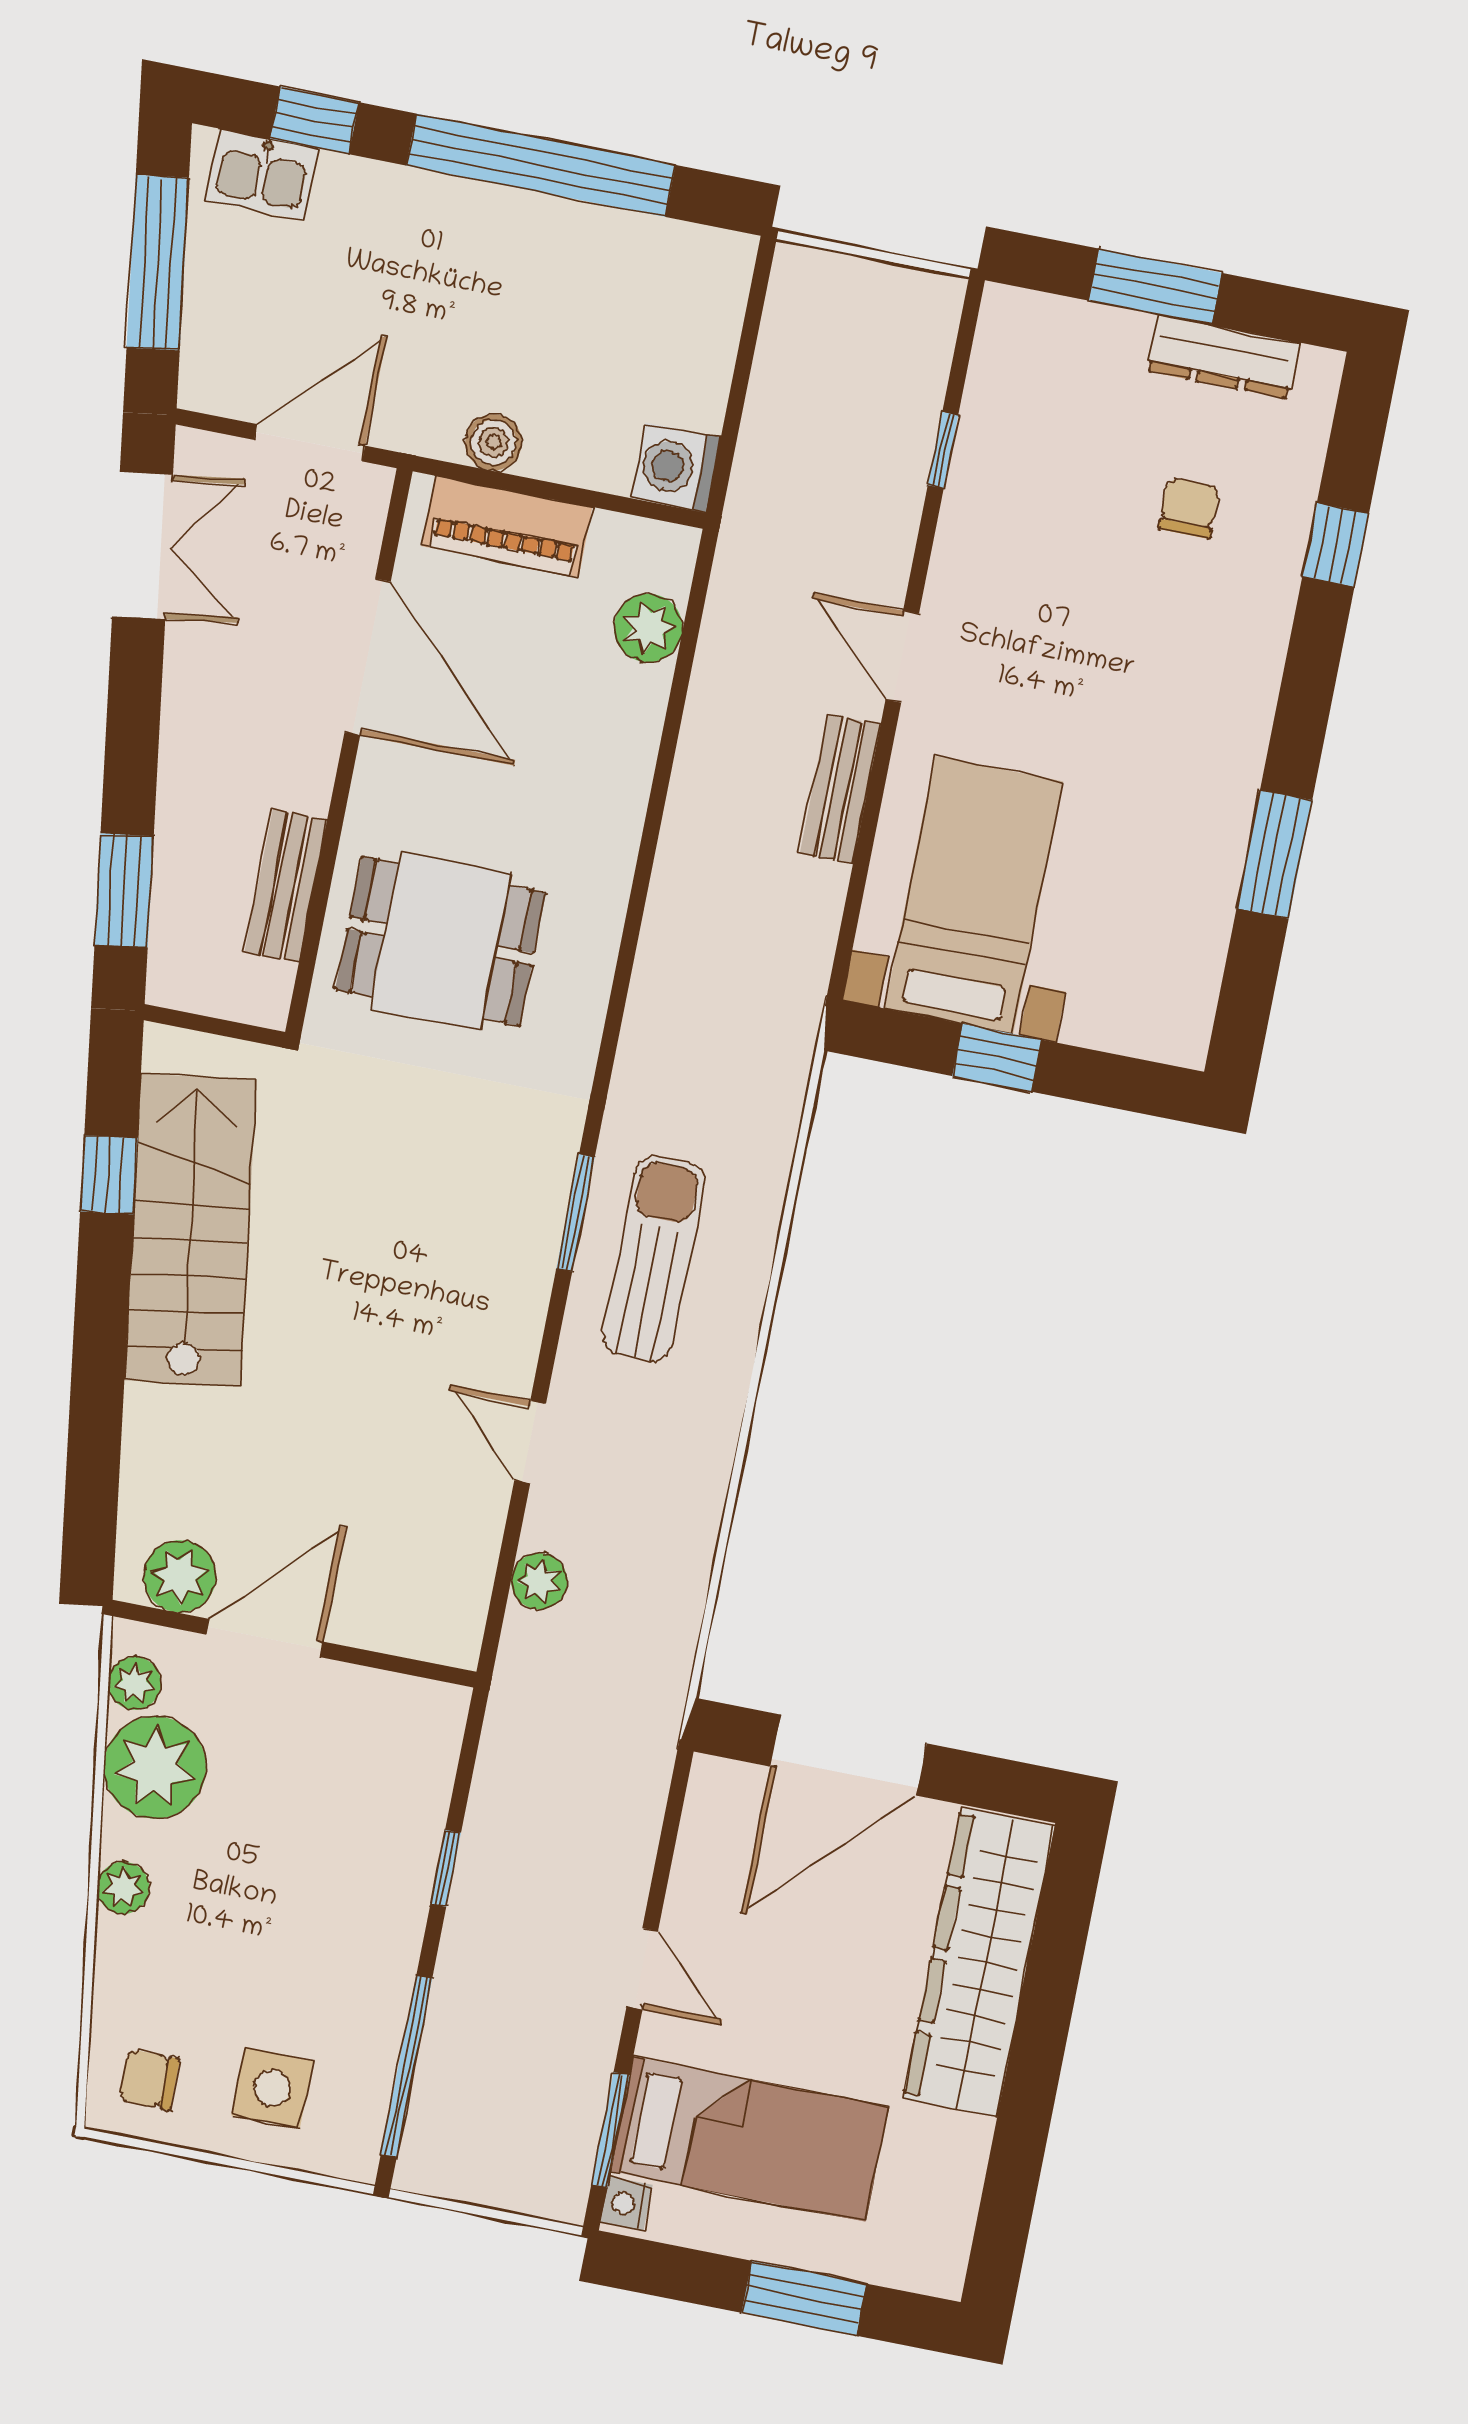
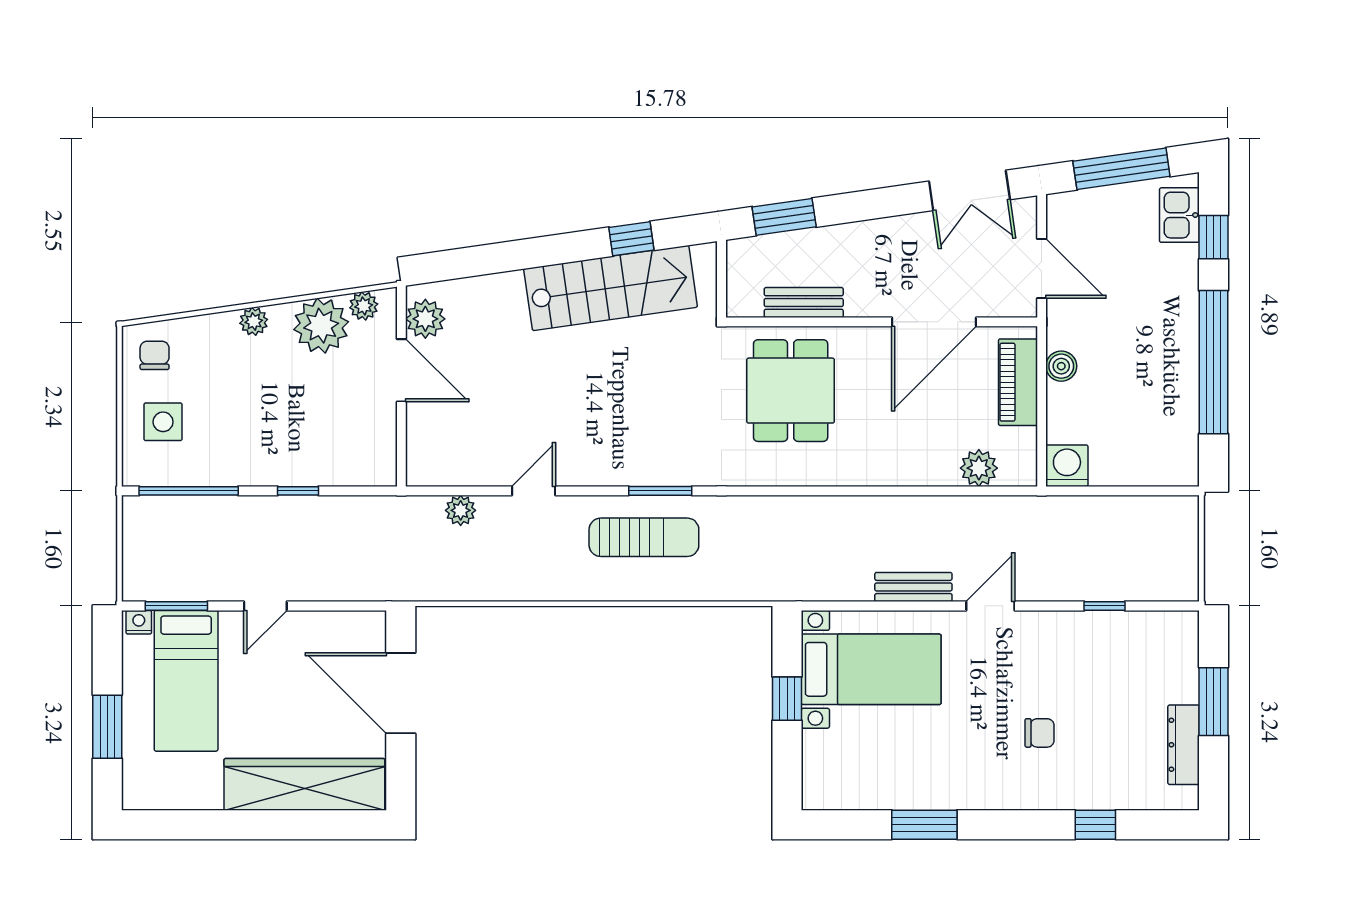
chair: (1189, 508) -> (1040, 733), moved

